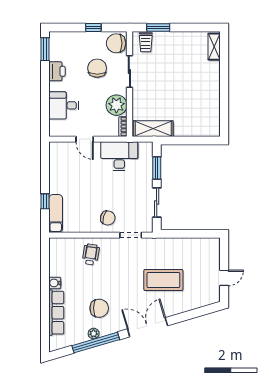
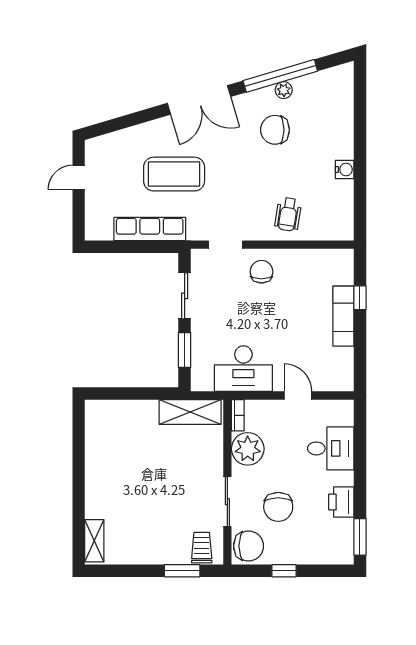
exam couch: (56, 213) -> (343, 316), moved
chair: (108, 218) -> (261, 272), turned 74
row of seats: (56, 313) -> (150, 229), moved, turned 90

